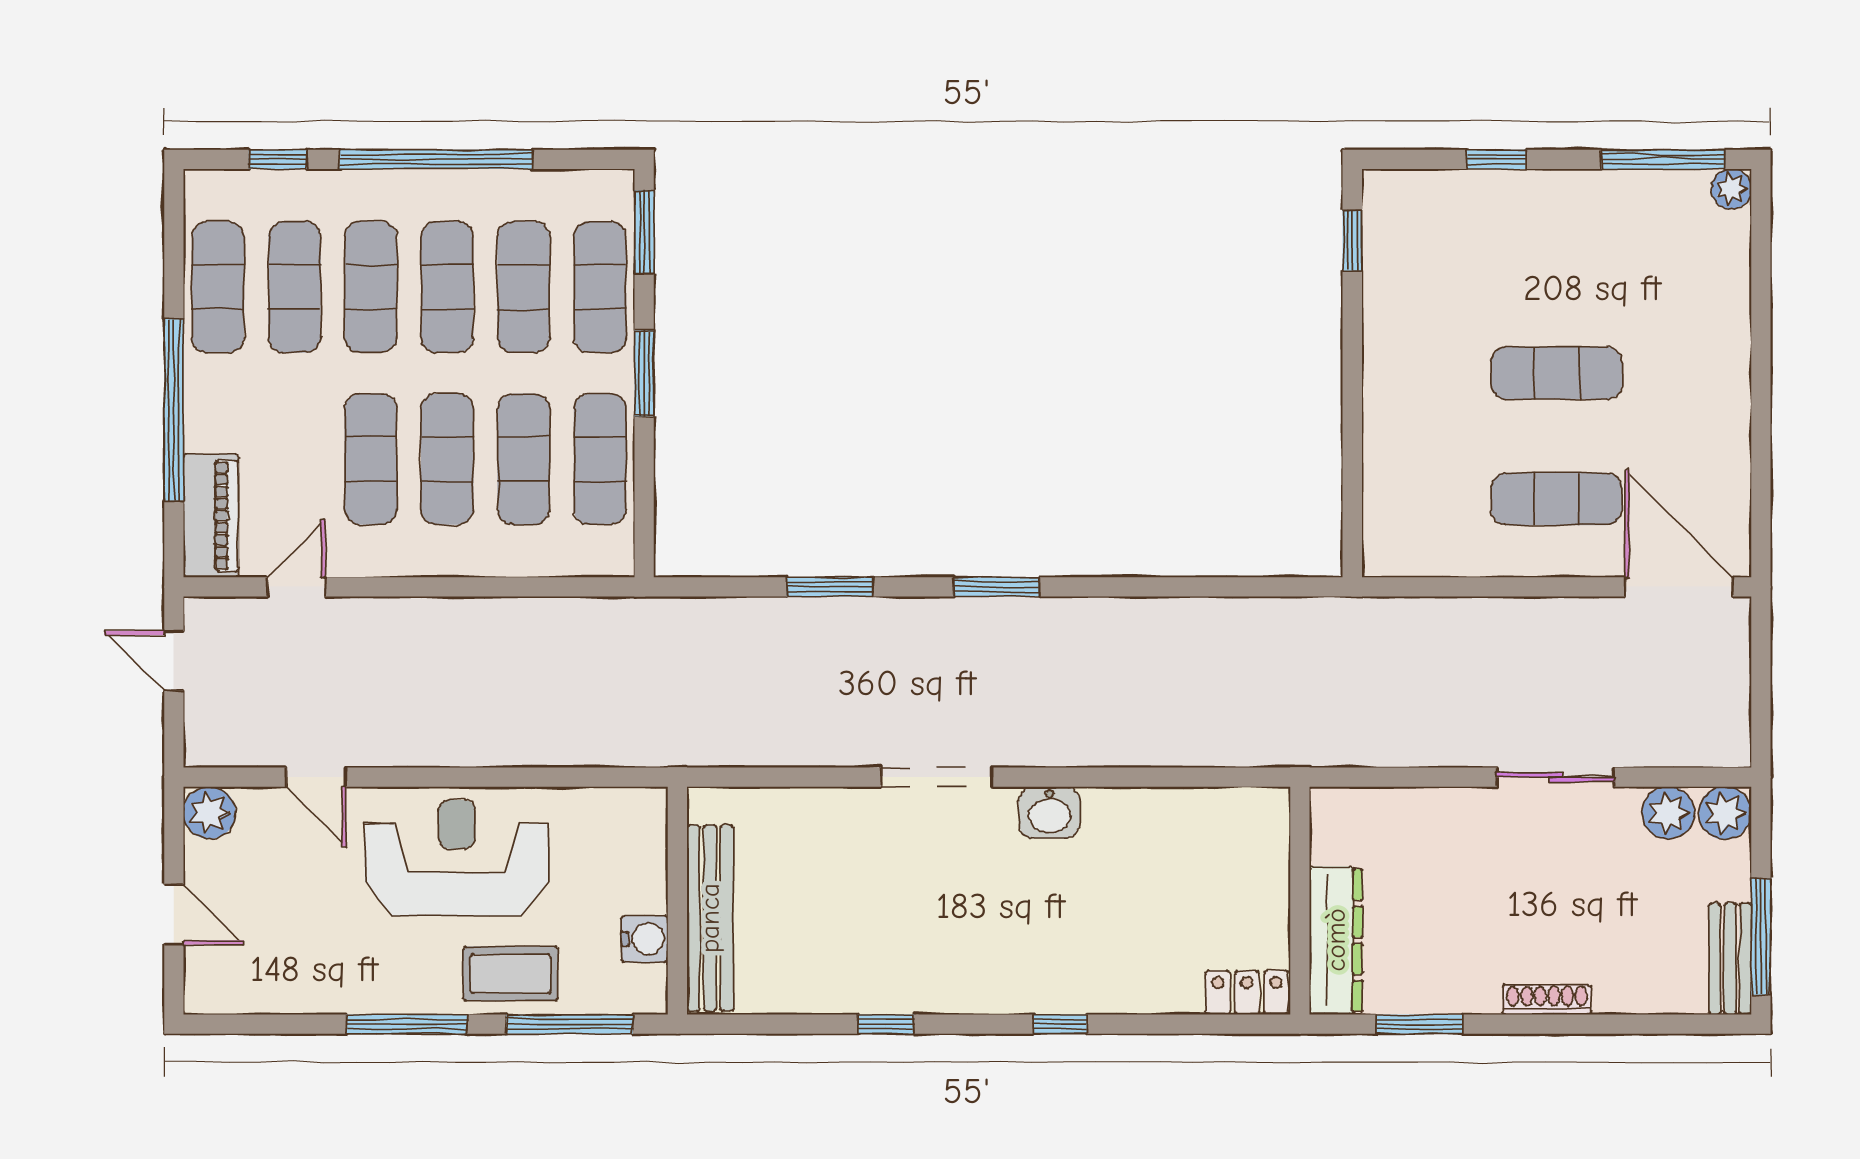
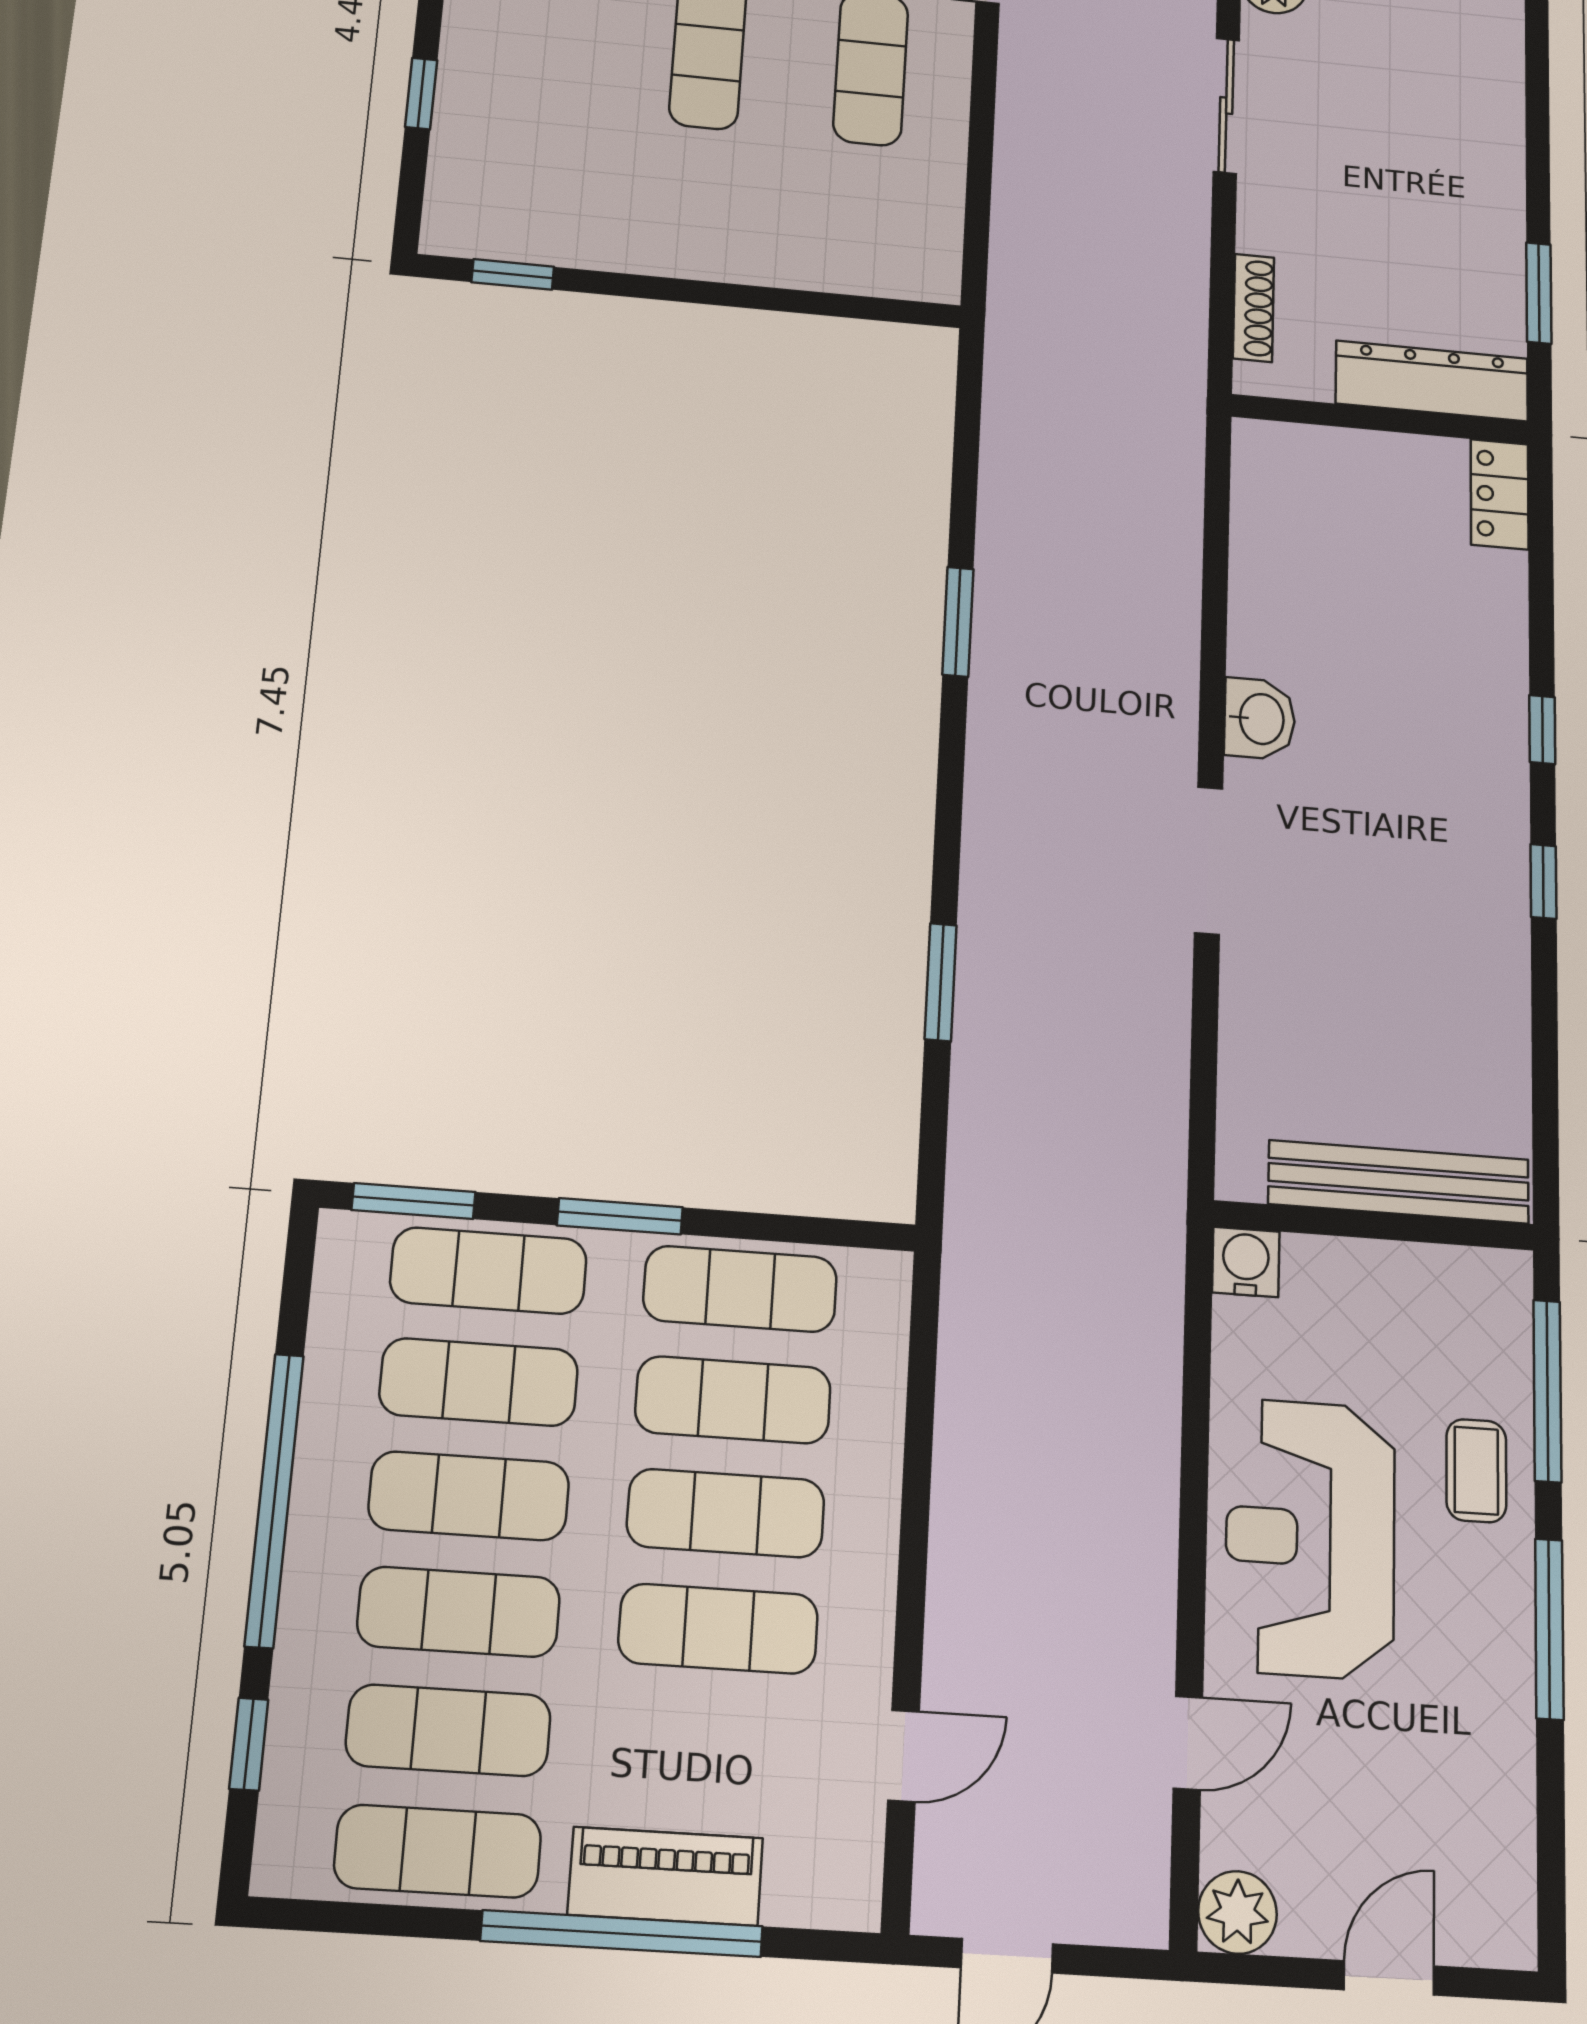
piano: (211, 516) -> (665, 1876), moved
door: (296, 587) -> (904, 1756), swing flipped
window: (996, 587) -> (958, 622), moved
water cooler: (645, 939) -> (1246, 1262), moved
coffee table: (511, 974) -> (1476, 1471), width x0.73, depth x0.77
shoe rack: (1547, 1000) -> (1253, 308), moved, turned 180
window: (886, 1024) -> (1543, 881), moved

